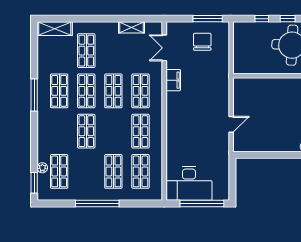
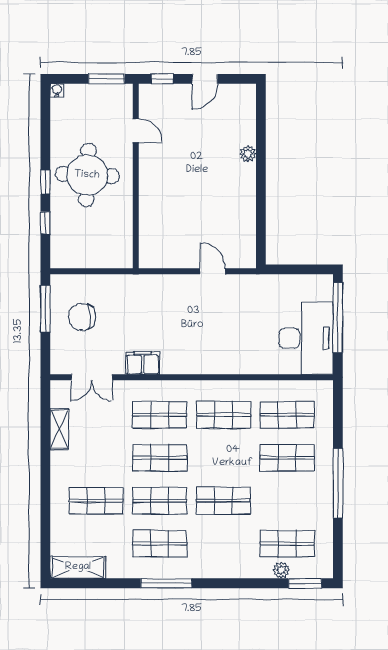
shelving: (55, 29) -> (78, 567), moved, turned 90

